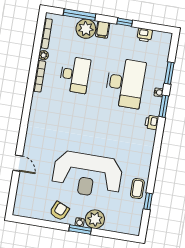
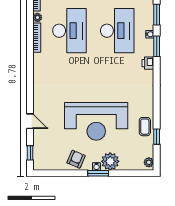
desk: (75, 75) -> (69, 31), width x1.36, depth x1.30
window: (12, 196) -> (30, 153), added
plant: (135, 227) -> (149, 162), added

